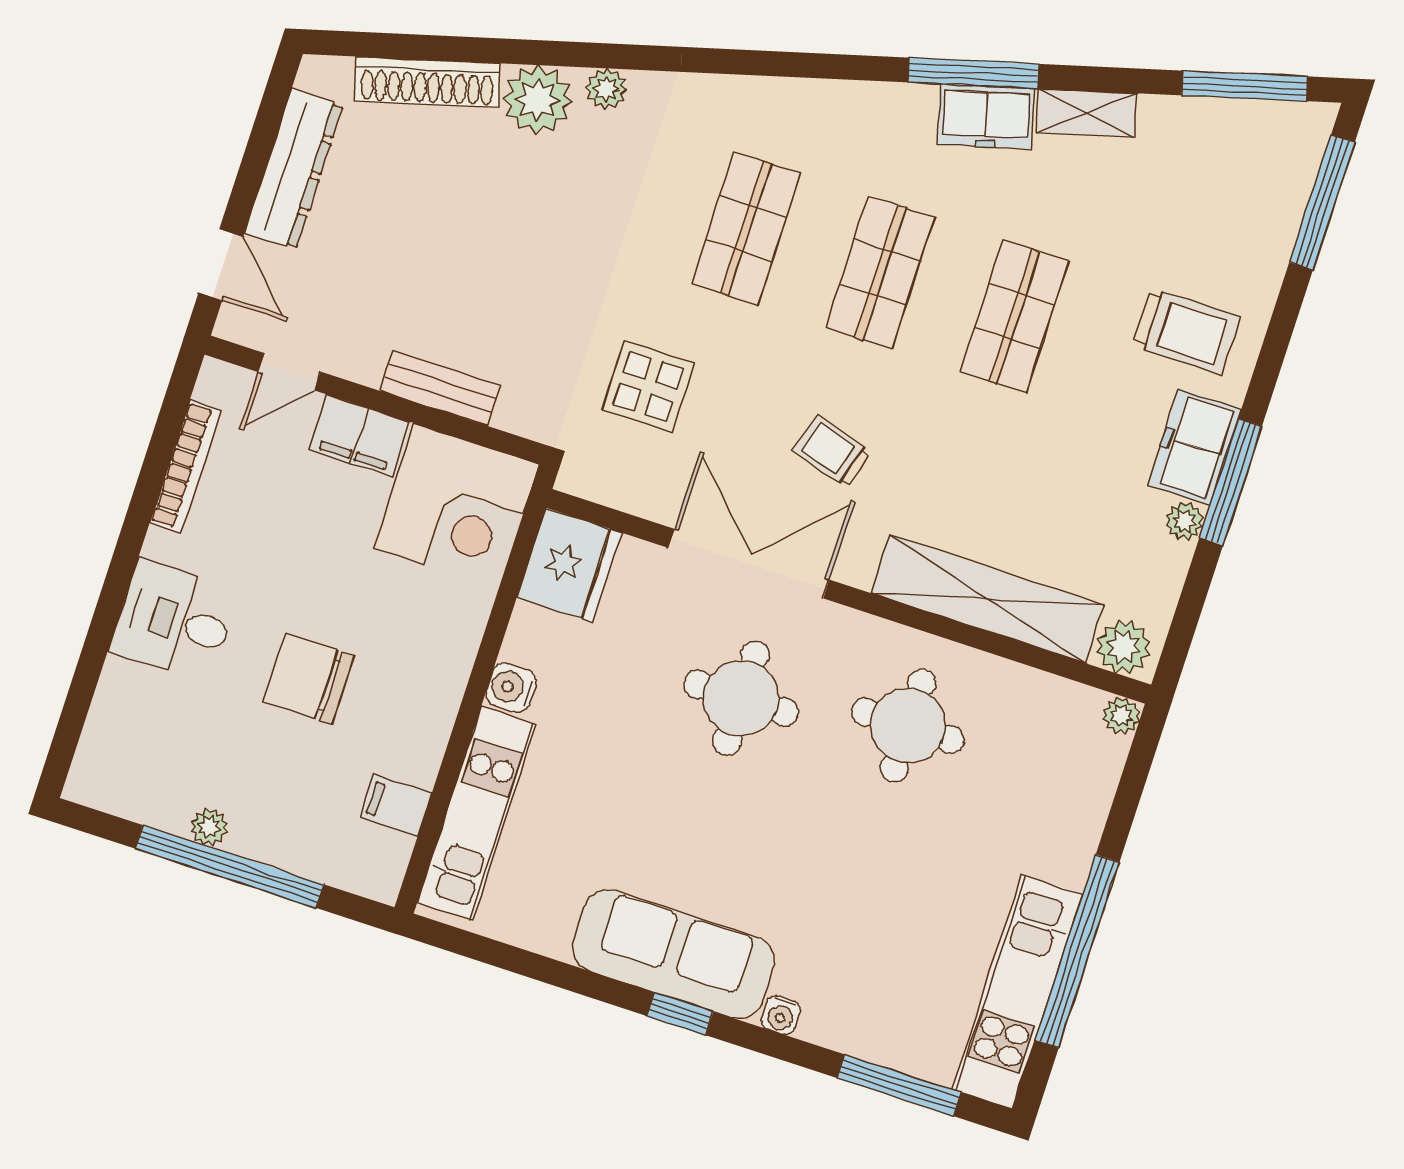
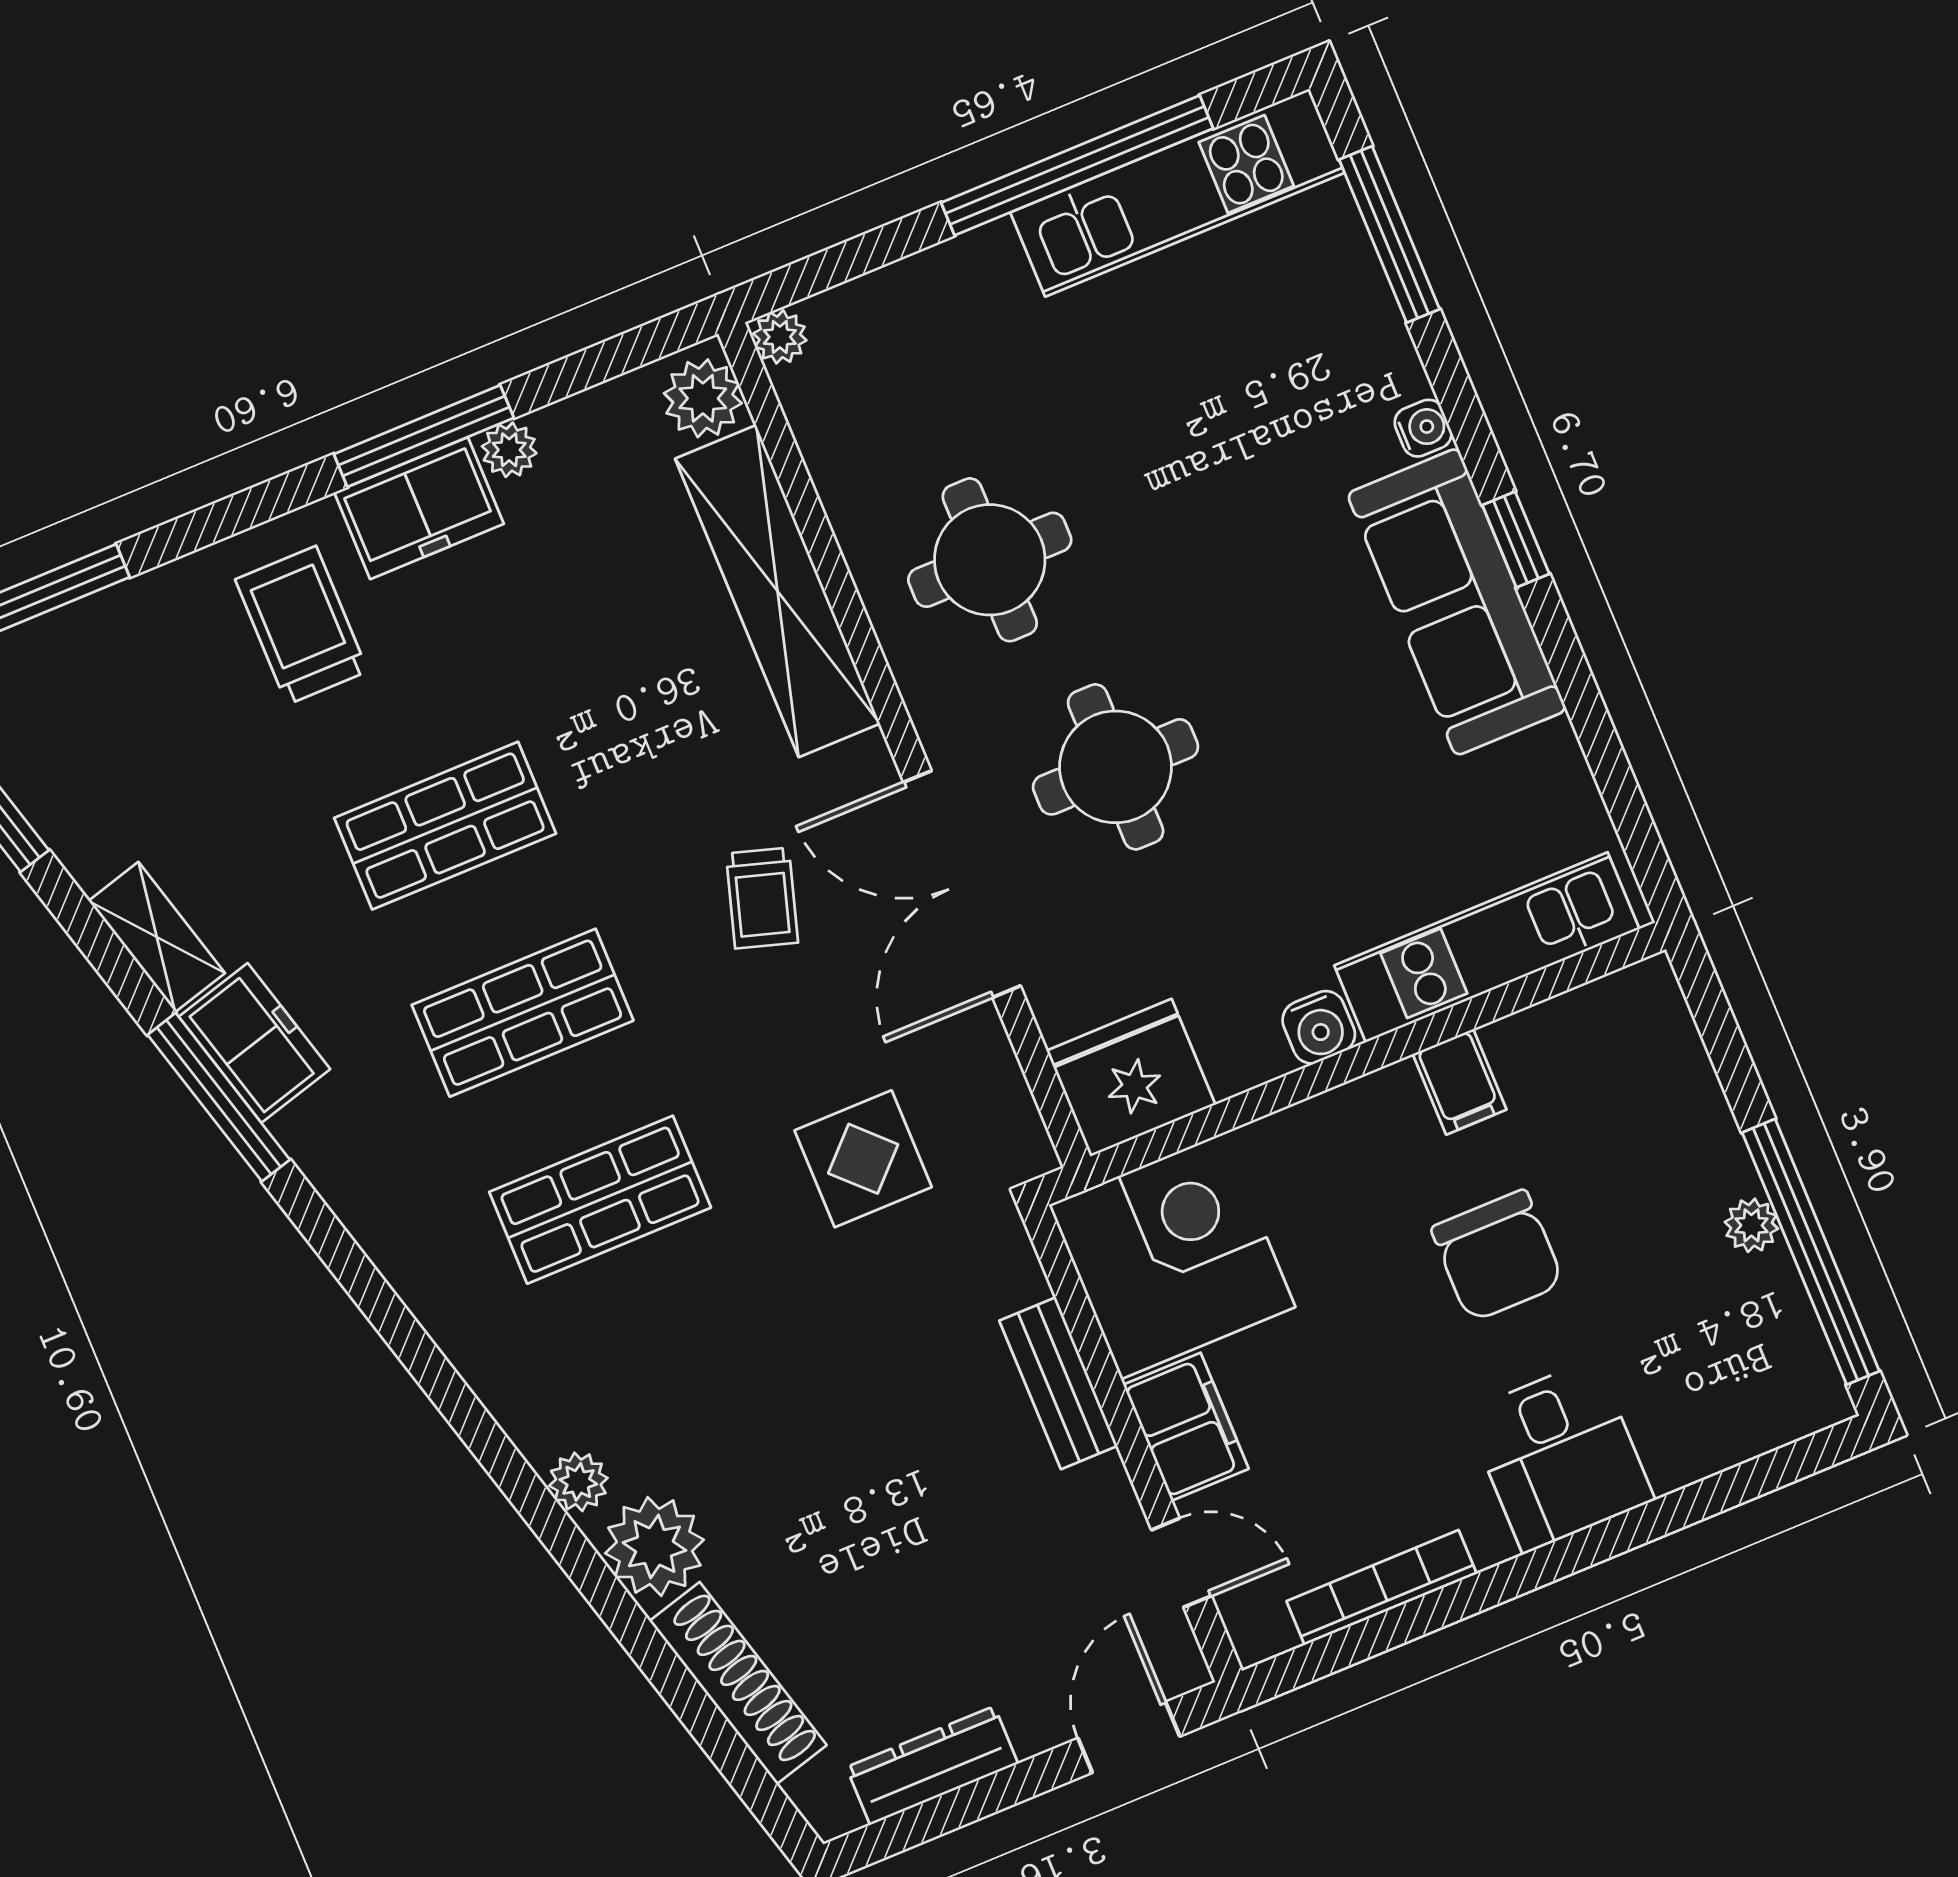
dresser: (294, 169) -> (932, 1765), width x0.73, depth x0.80
filing cabinet: (396, 805) -> (1460, 1082), moved
window: (230, 866) -> (1811, 1252), moved

